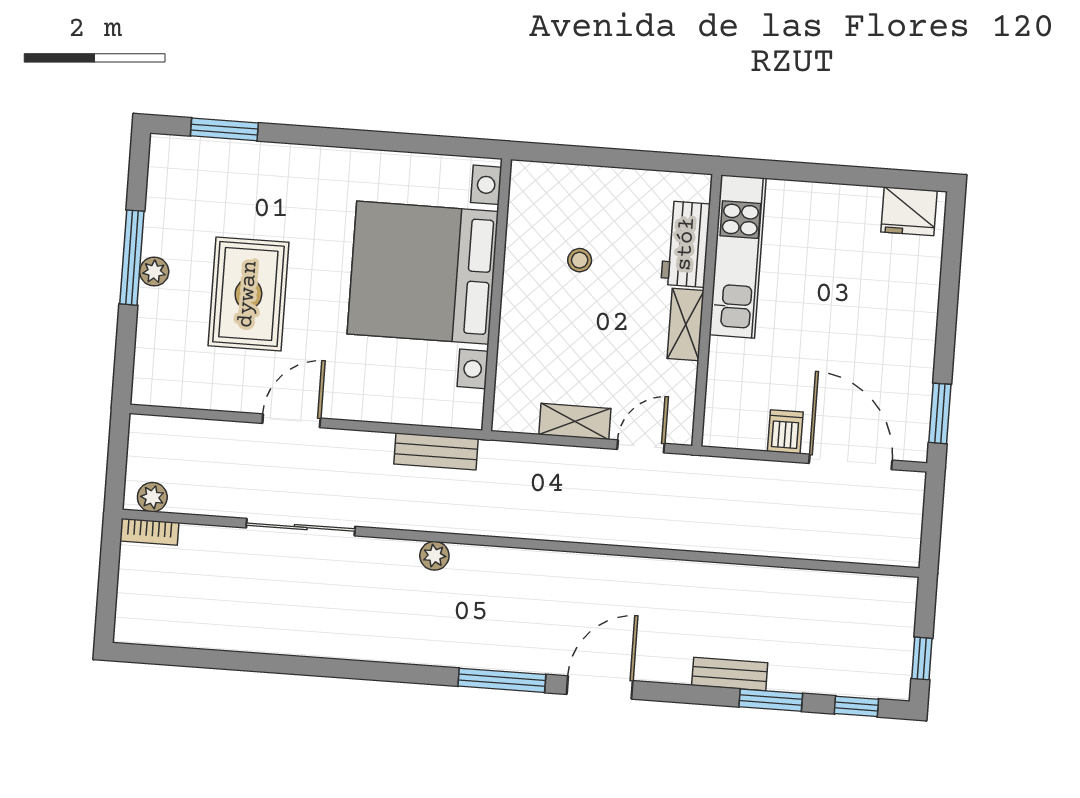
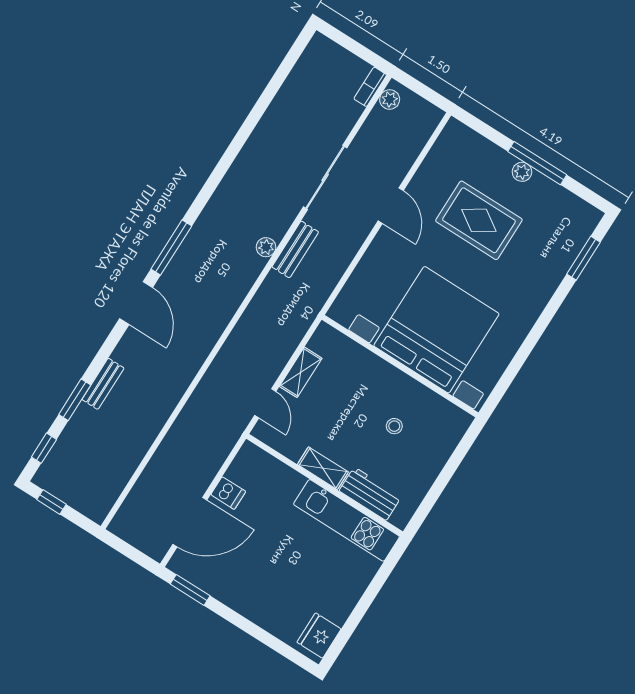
bench: (436, 451) -> (295, 249), moved

